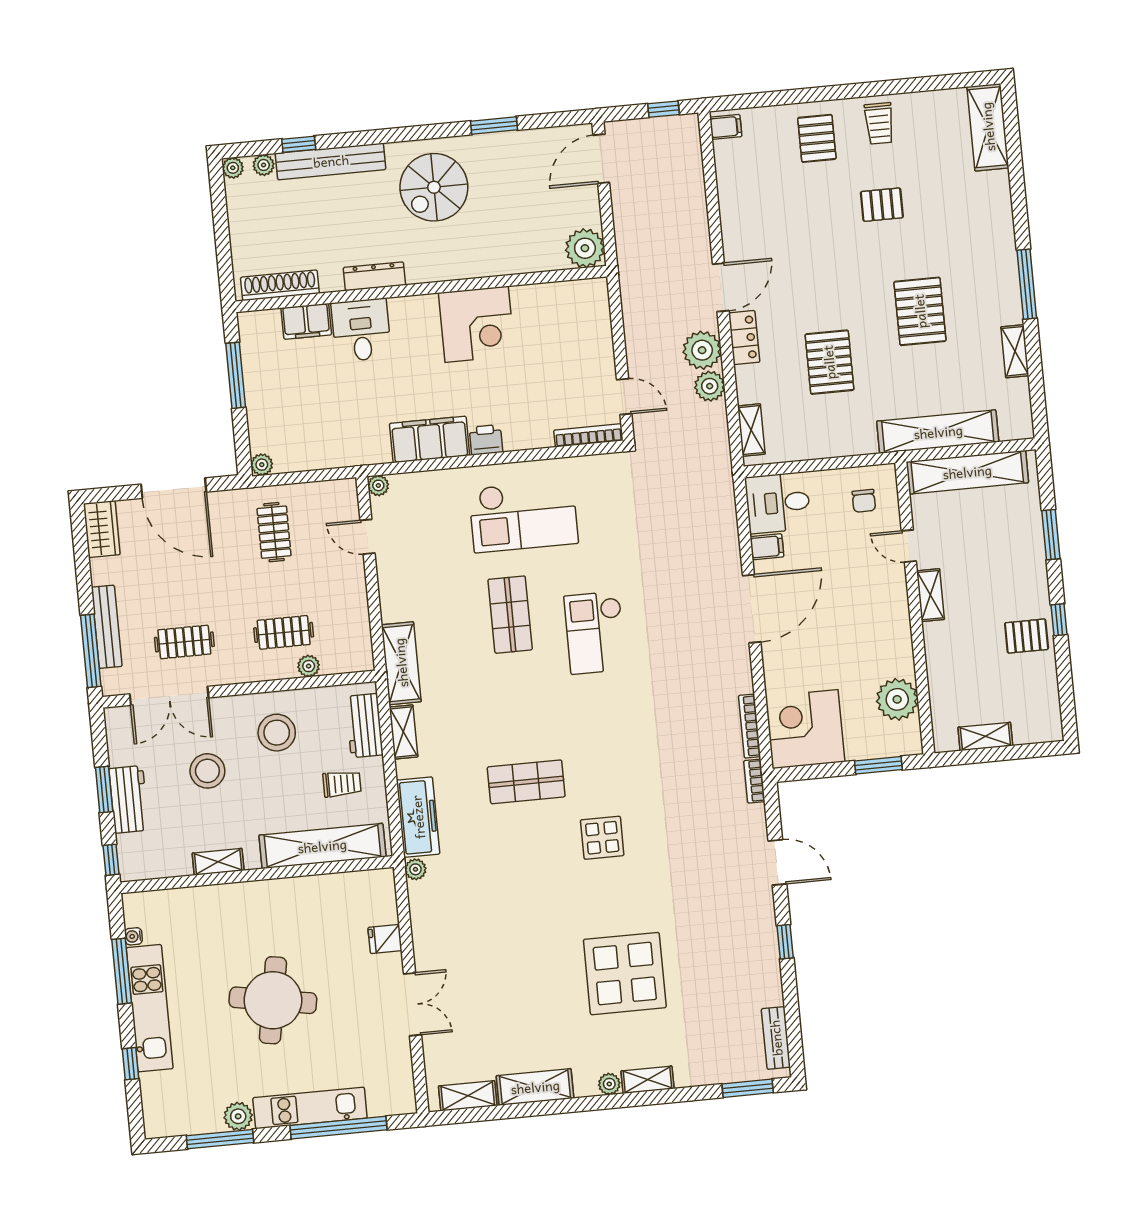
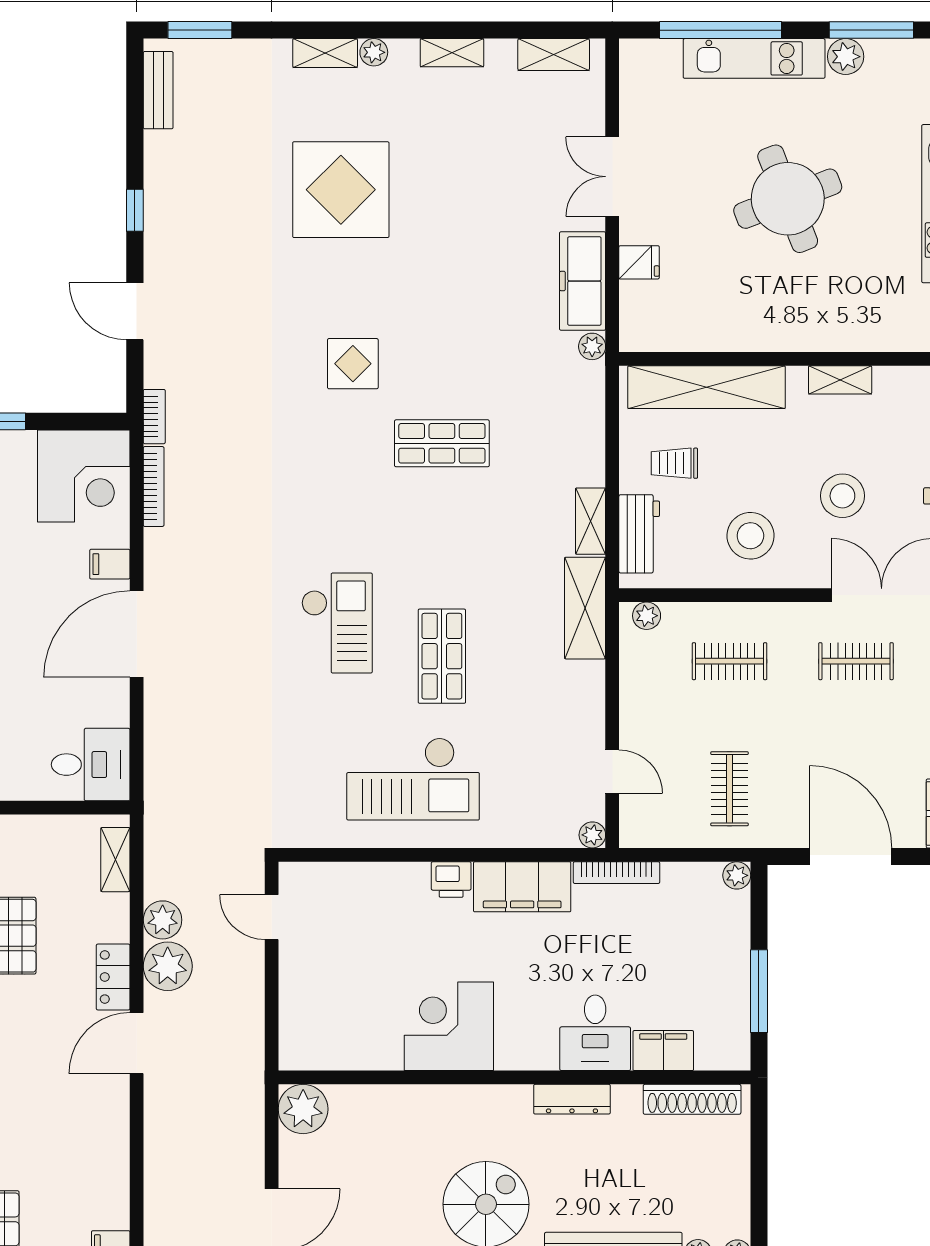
bookcase: (588, 435) -> (616, 873), moved
checkout: (523, 516) -> (413, 779), turned 180
filing cabinet: (767, 547) -> (110, 564), moved
plant: (309, 666) -> (647, 616), moved
freezer: (418, 817) -> (583, 281), moved
round table: (273, 1000) -> (788, 199), turned -31
shelving: (535, 1087) -> (452, 53), width x0.67, depth x0.75

